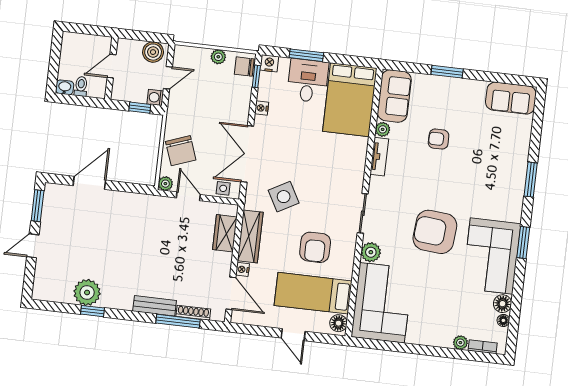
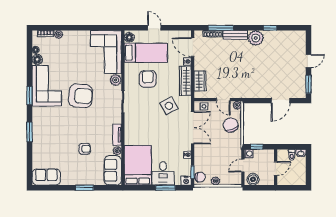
plant: (87, 292) -> (256, 38), moved

